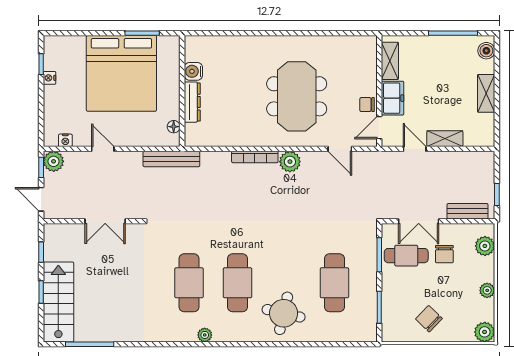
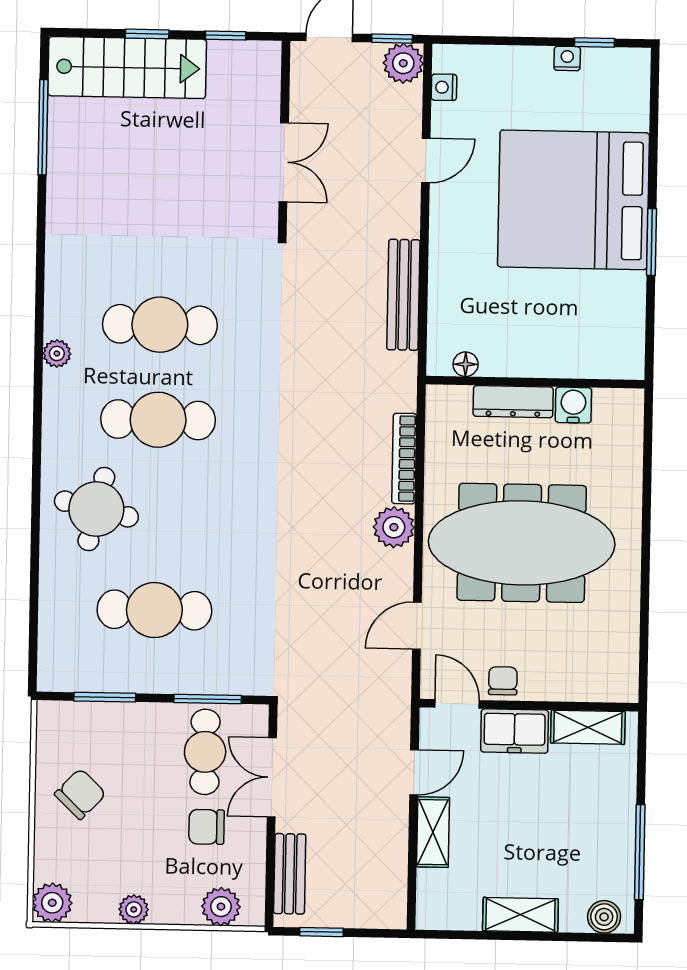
water cooler: (193, 71) -> (573, 405), moved
wall: (182, 91) -> (535, 382), moved
meeting table: (297, 96) -> (522, 543), width x1.36
dresser: (192, 102) -> (513, 402), moved
floor lamp: (174, 127) -> (466, 364), moved
double door: (105, 221) -> (284, 162), swing flipped

